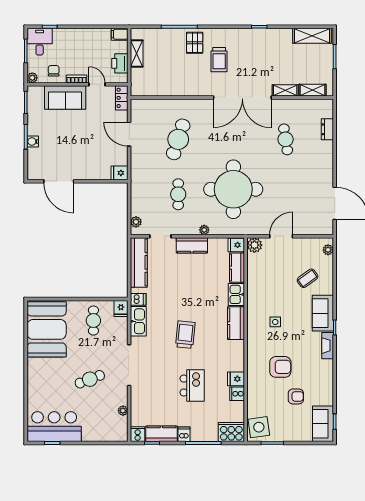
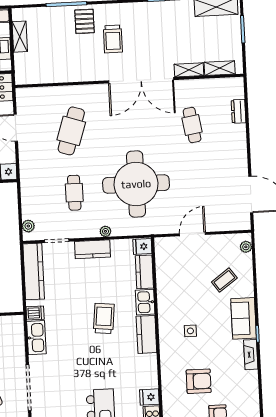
plant: (254, 245) -> (163, 246), removed
fridge: (121, 309) -> (16, 324), removed
trolley: (185, 335) -> (104, 318), moved

